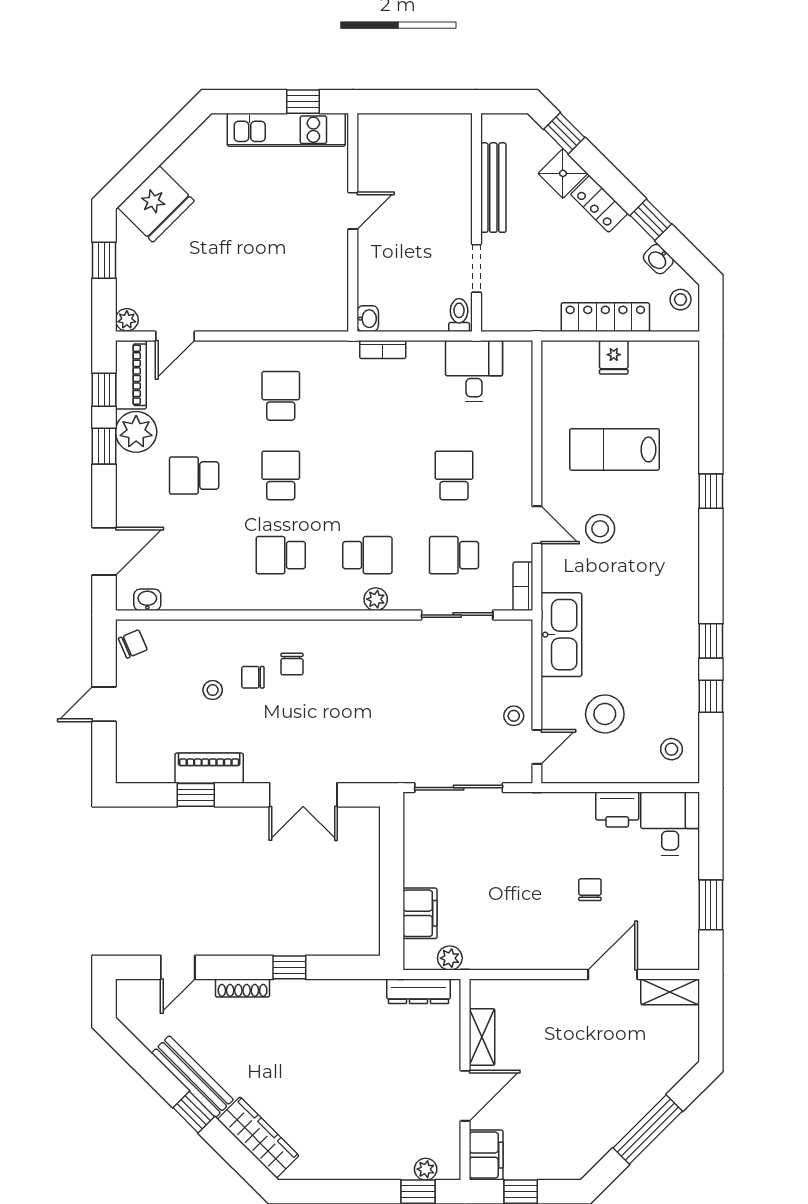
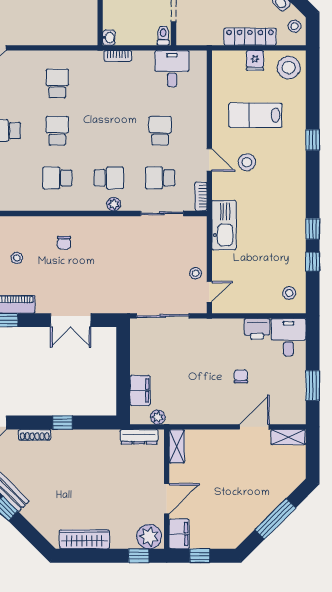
chair: (253, 677) -> (41, 250), removed
stool: (605, 714) -> (289, 68), moved
shelving: (482, 1037) -> (177, 446), moved
wardrobe: (258, 1137) -> (84, 539), moved, turned -45
plant: (426, 1169) -> (149, 537), width x1.87, depth x1.87

